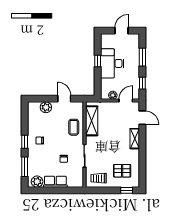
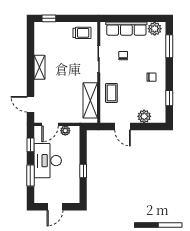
desk: (112, 63) -> (48, 161), moved, turned 180
shelving: (135, 139) -> (39, 67), moved
window: (25, 142) -> (169, 98), moved
pallet: (122, 171) -> (54, 42), removed
row of seats: (55, 182) -> (126, 29), width x1.48

